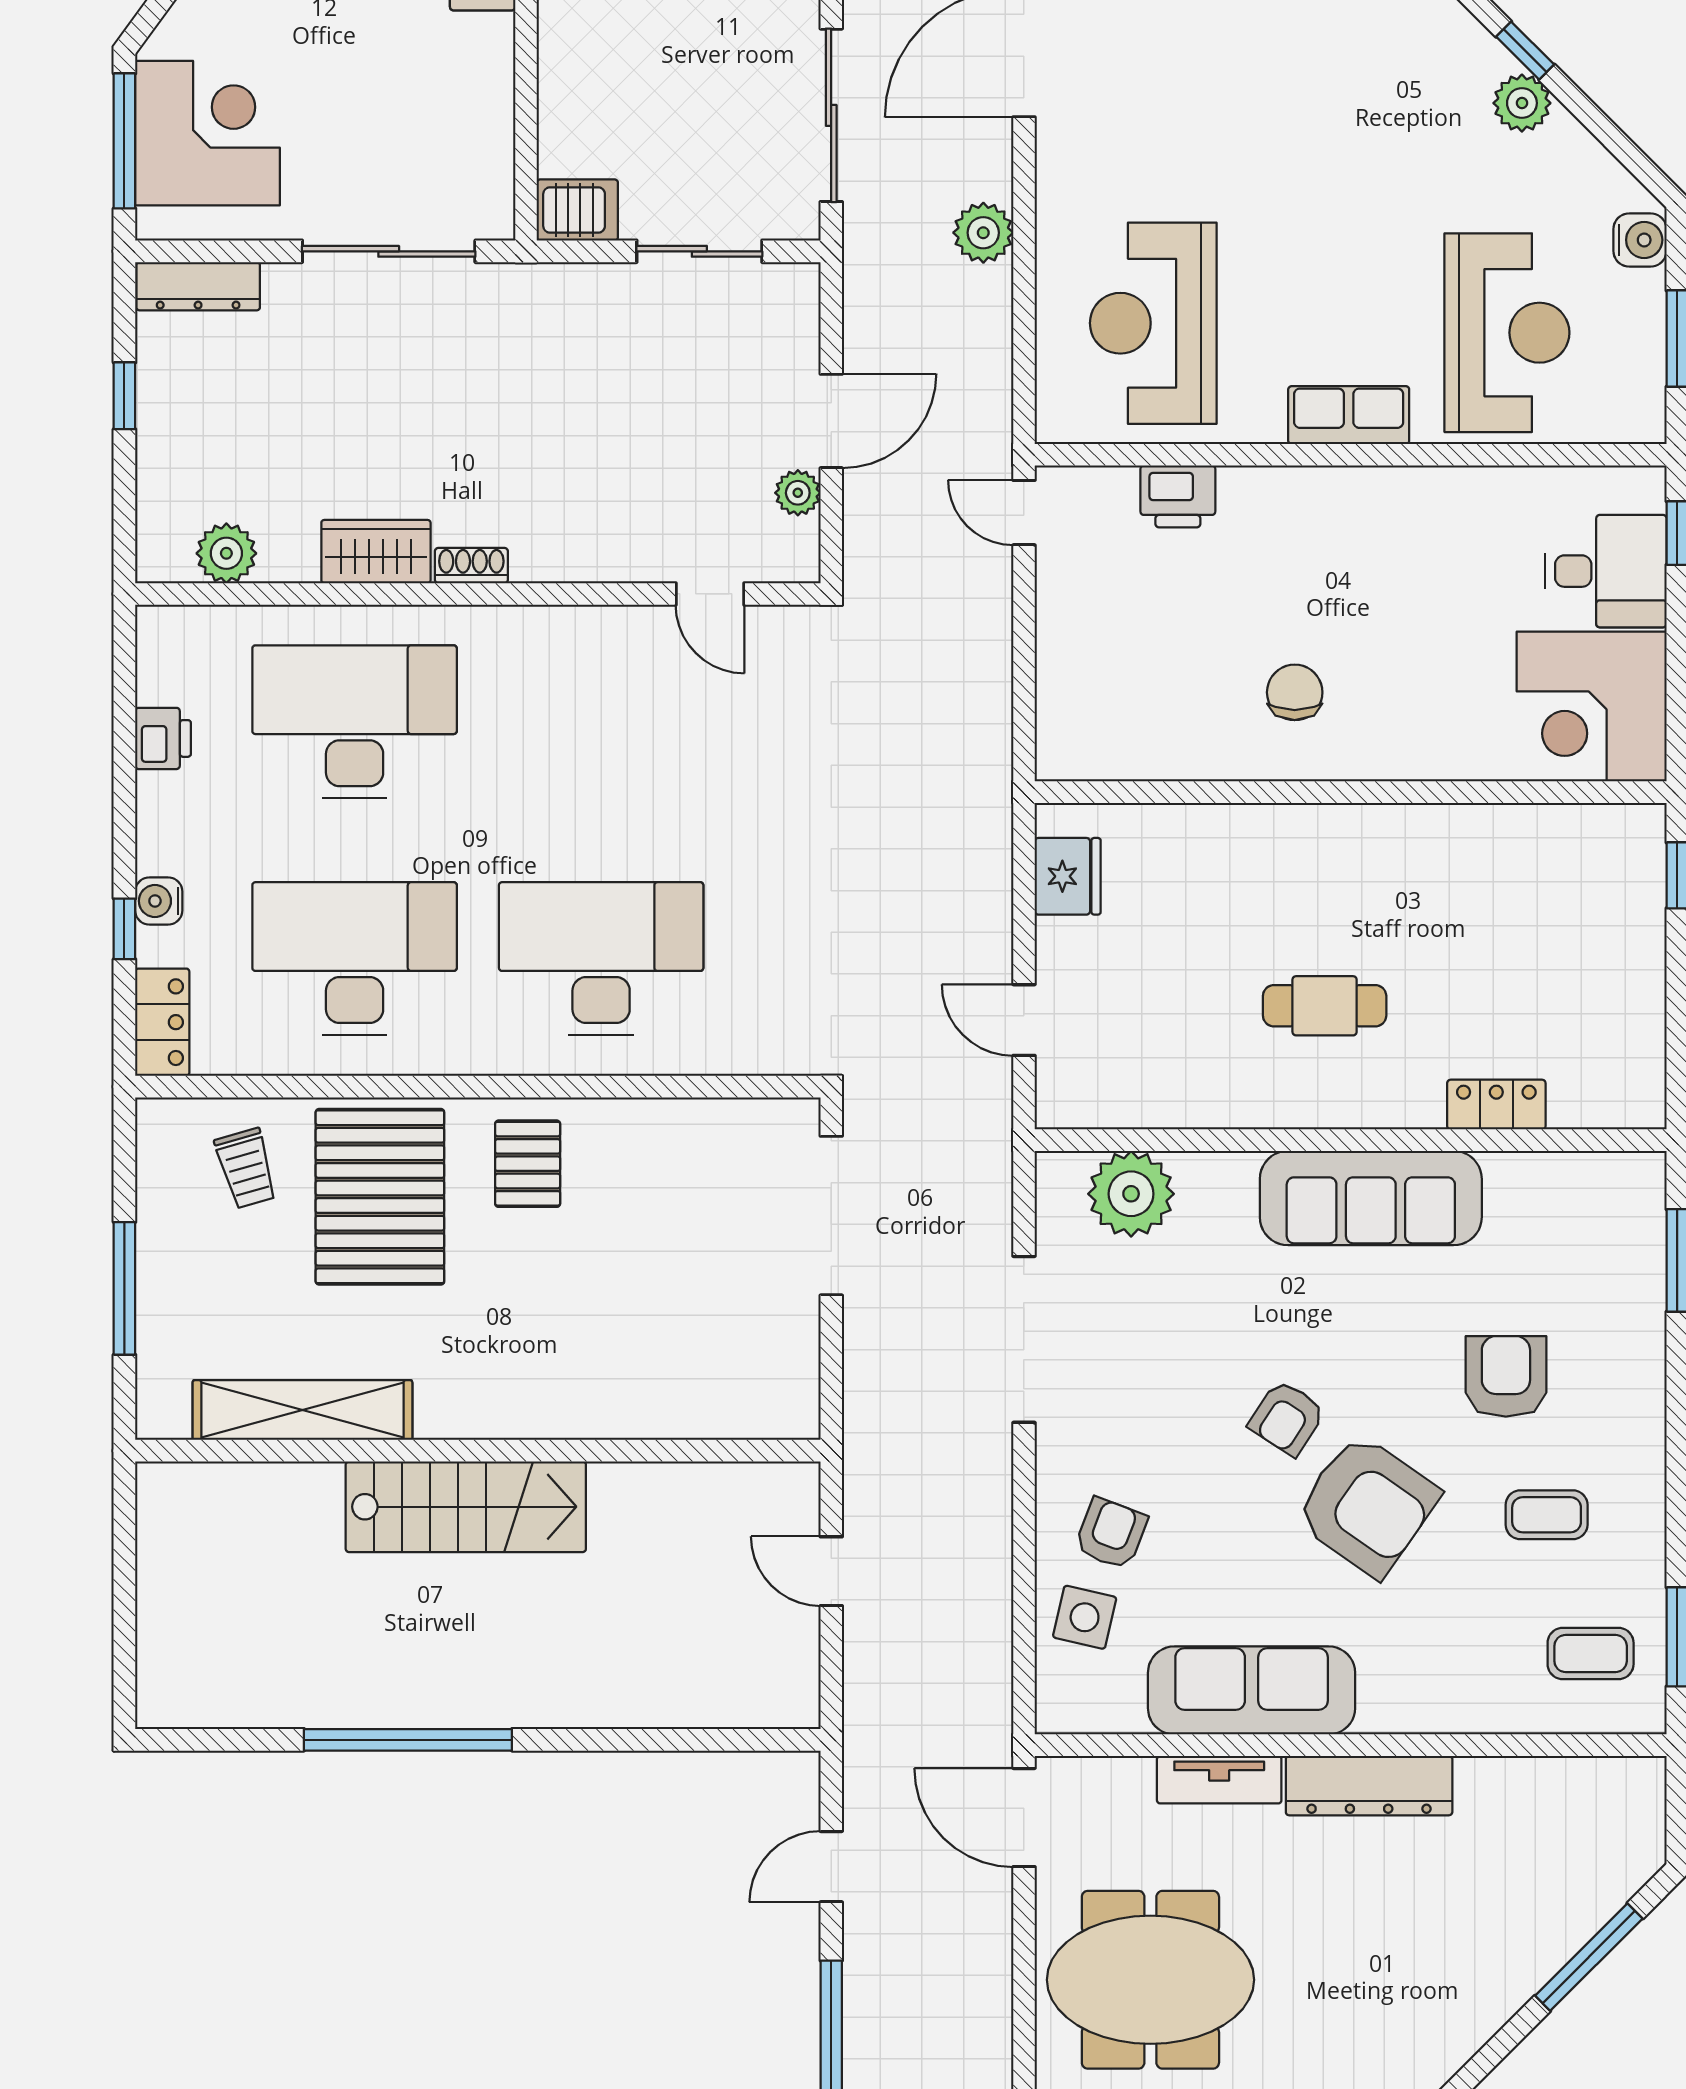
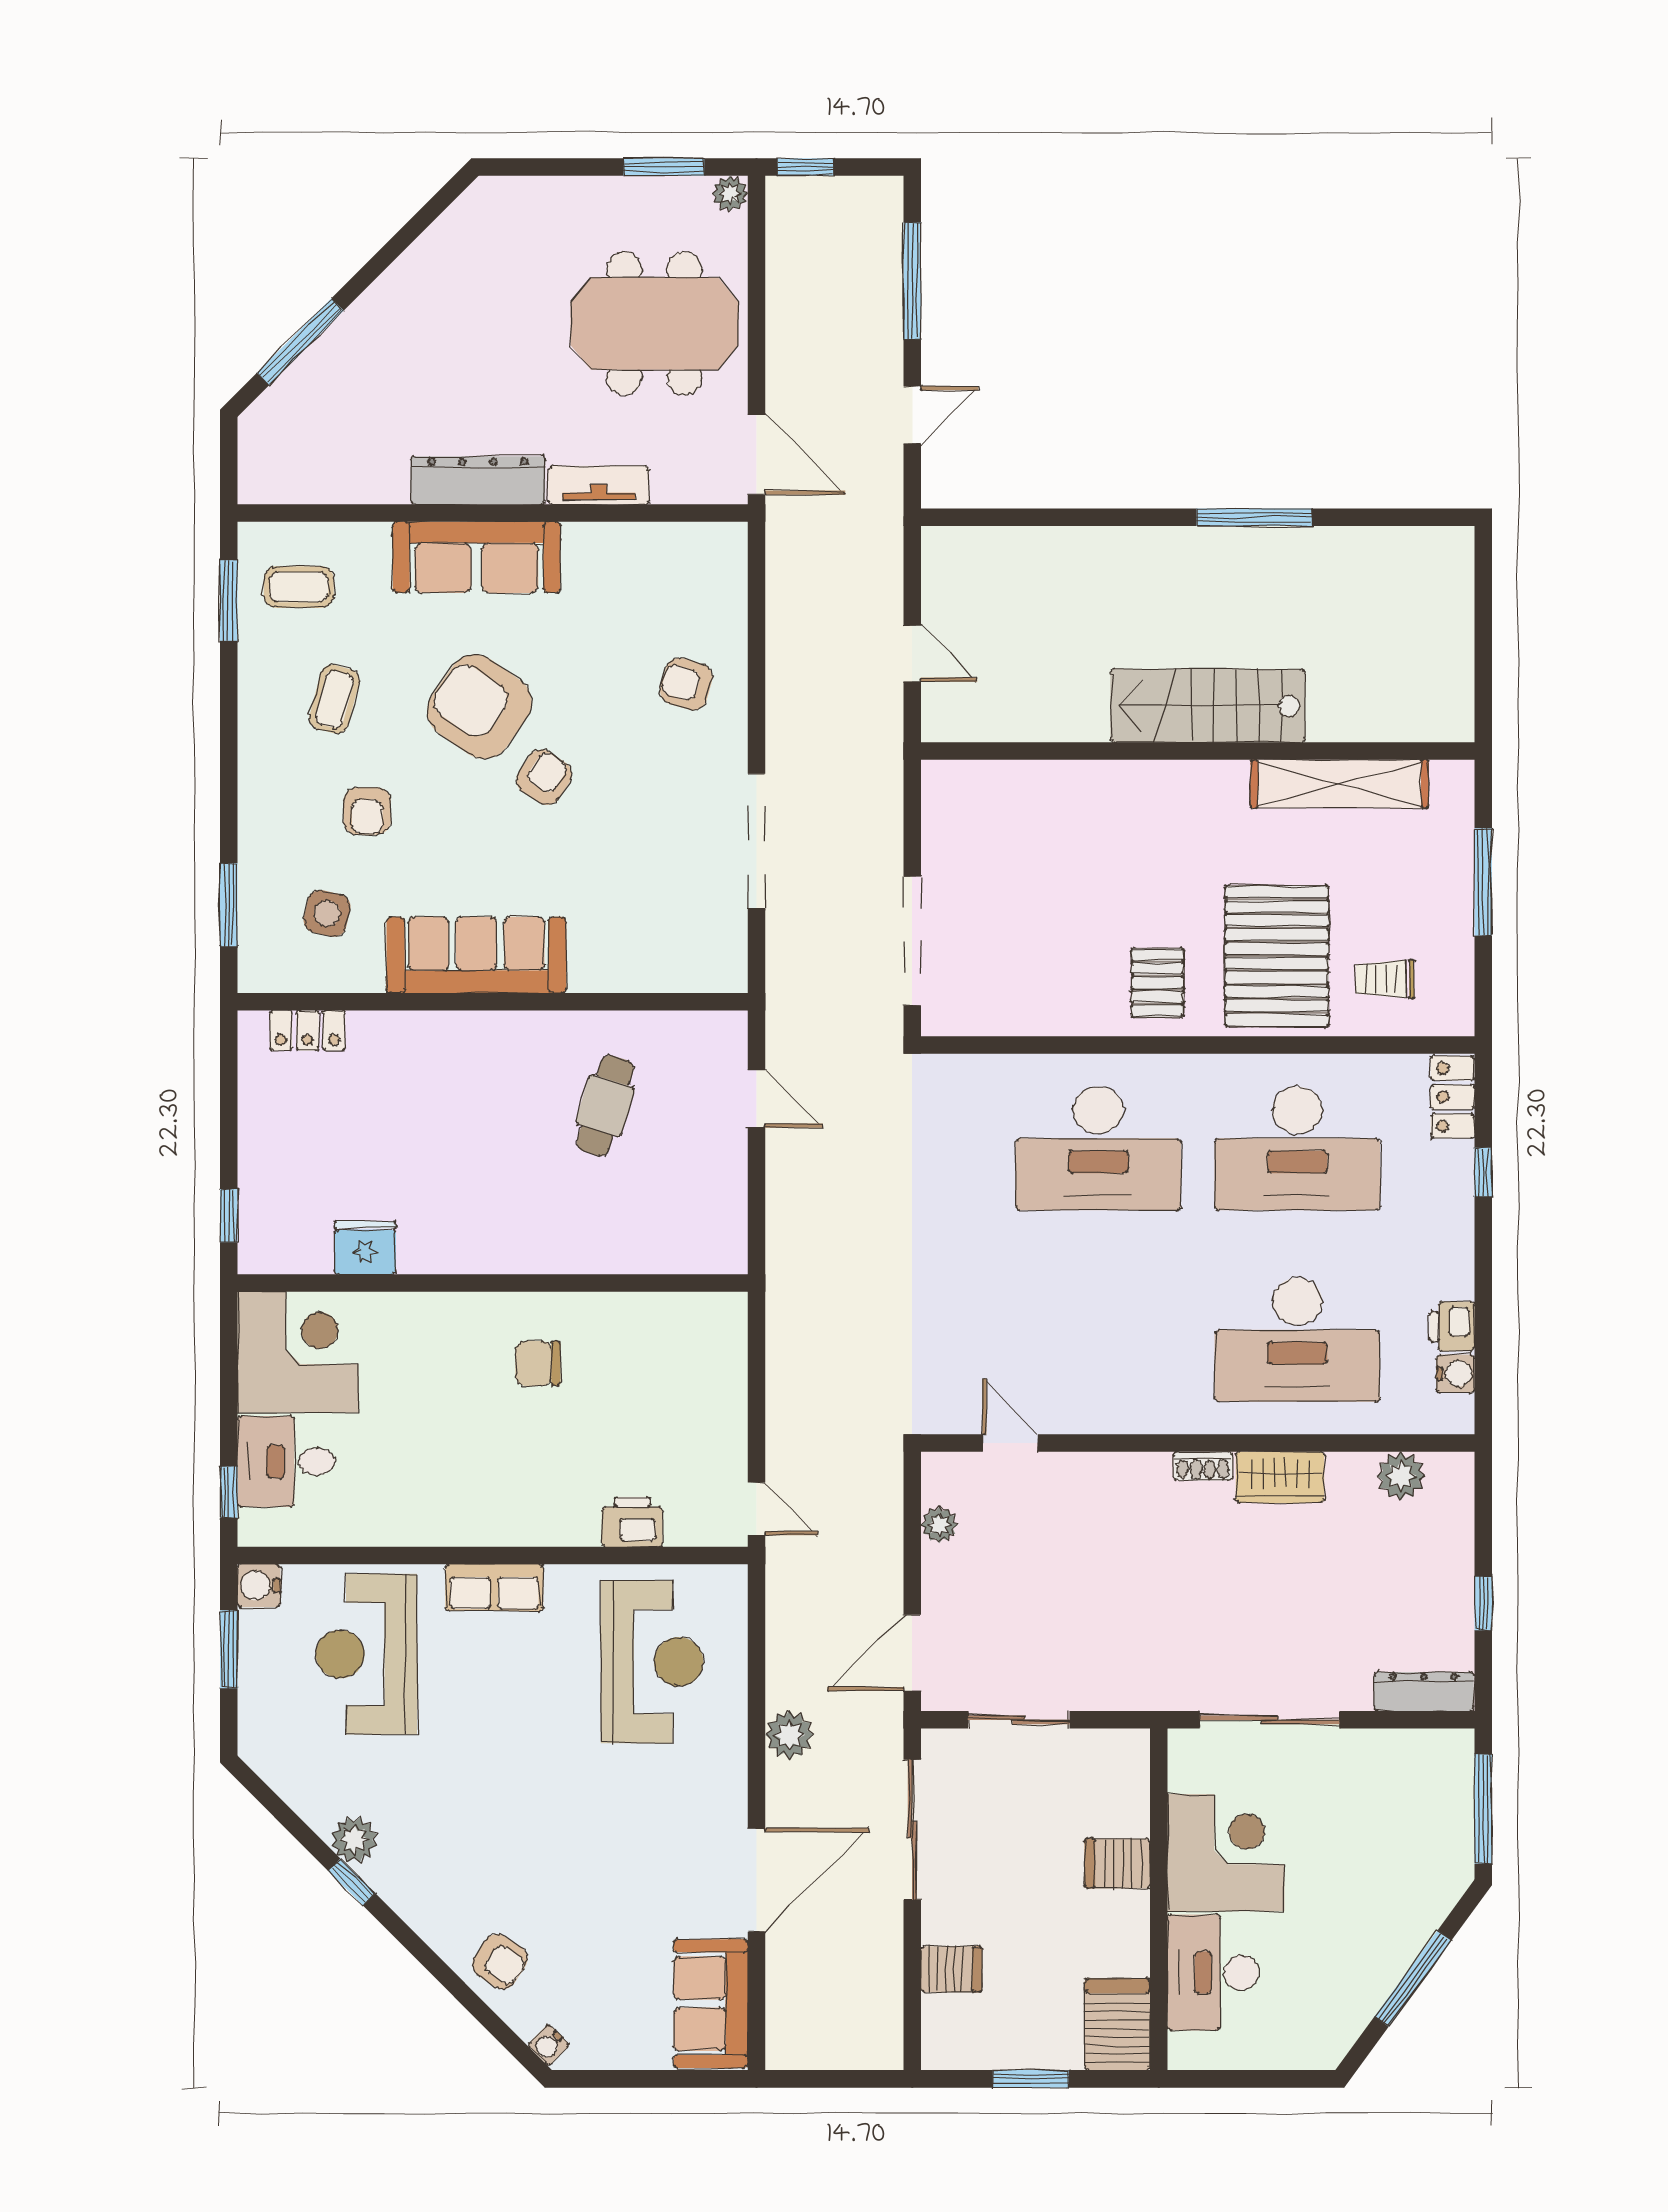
corner desk: (207, 133) -> (1226, 1853), moved, turned 180
server rack: (577, 210) -> (1117, 1864), moved
water cooler: (1640, 240) -> (259, 1586), moved
door: (831, 421) -> (912, 1653), moved
chair: (1295, 692) -> (538, 1363), turned 90
fridge: (1068, 876) -> (365, 1248), moved, turned 90
water cooler: (159, 901) -> (1456, 1374), moved
cafe table: (1325, 1006) -> (605, 1106), moved, turned -73
locker: (1496, 1105) -> (308, 1031), moved
trolley: (246, 1168) -> (1385, 979), turned -74
plant: (1131, 1194) -> (670, 958), removed
armchair: (1506, 1376) -> (367, 811), width x0.72, depth x0.72
coffee table: (1547, 1515) -> (334, 699), turned -75
armchair: (1111, 1533) -> (686, 684), turned 85
side table: (1085, 1617) -> (327, 913), moved
sofa: (1252, 1690) -> (477, 557), moved
window: (408, 1740) -> (1254, 517), width x0.68

